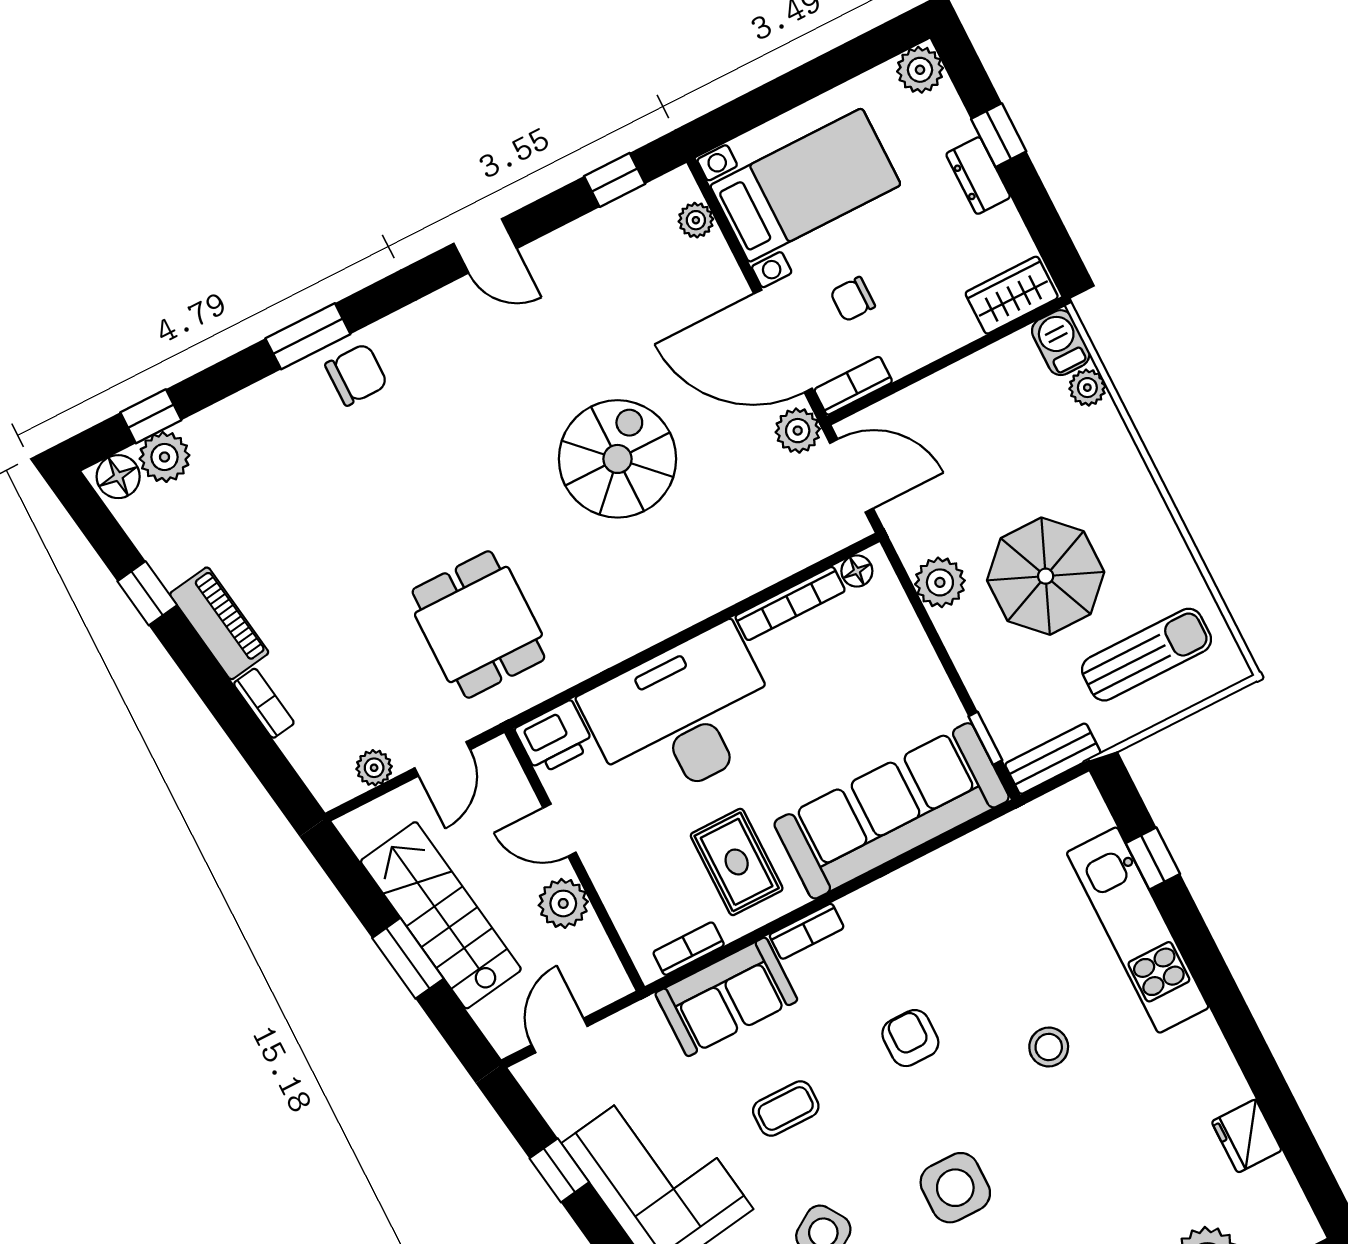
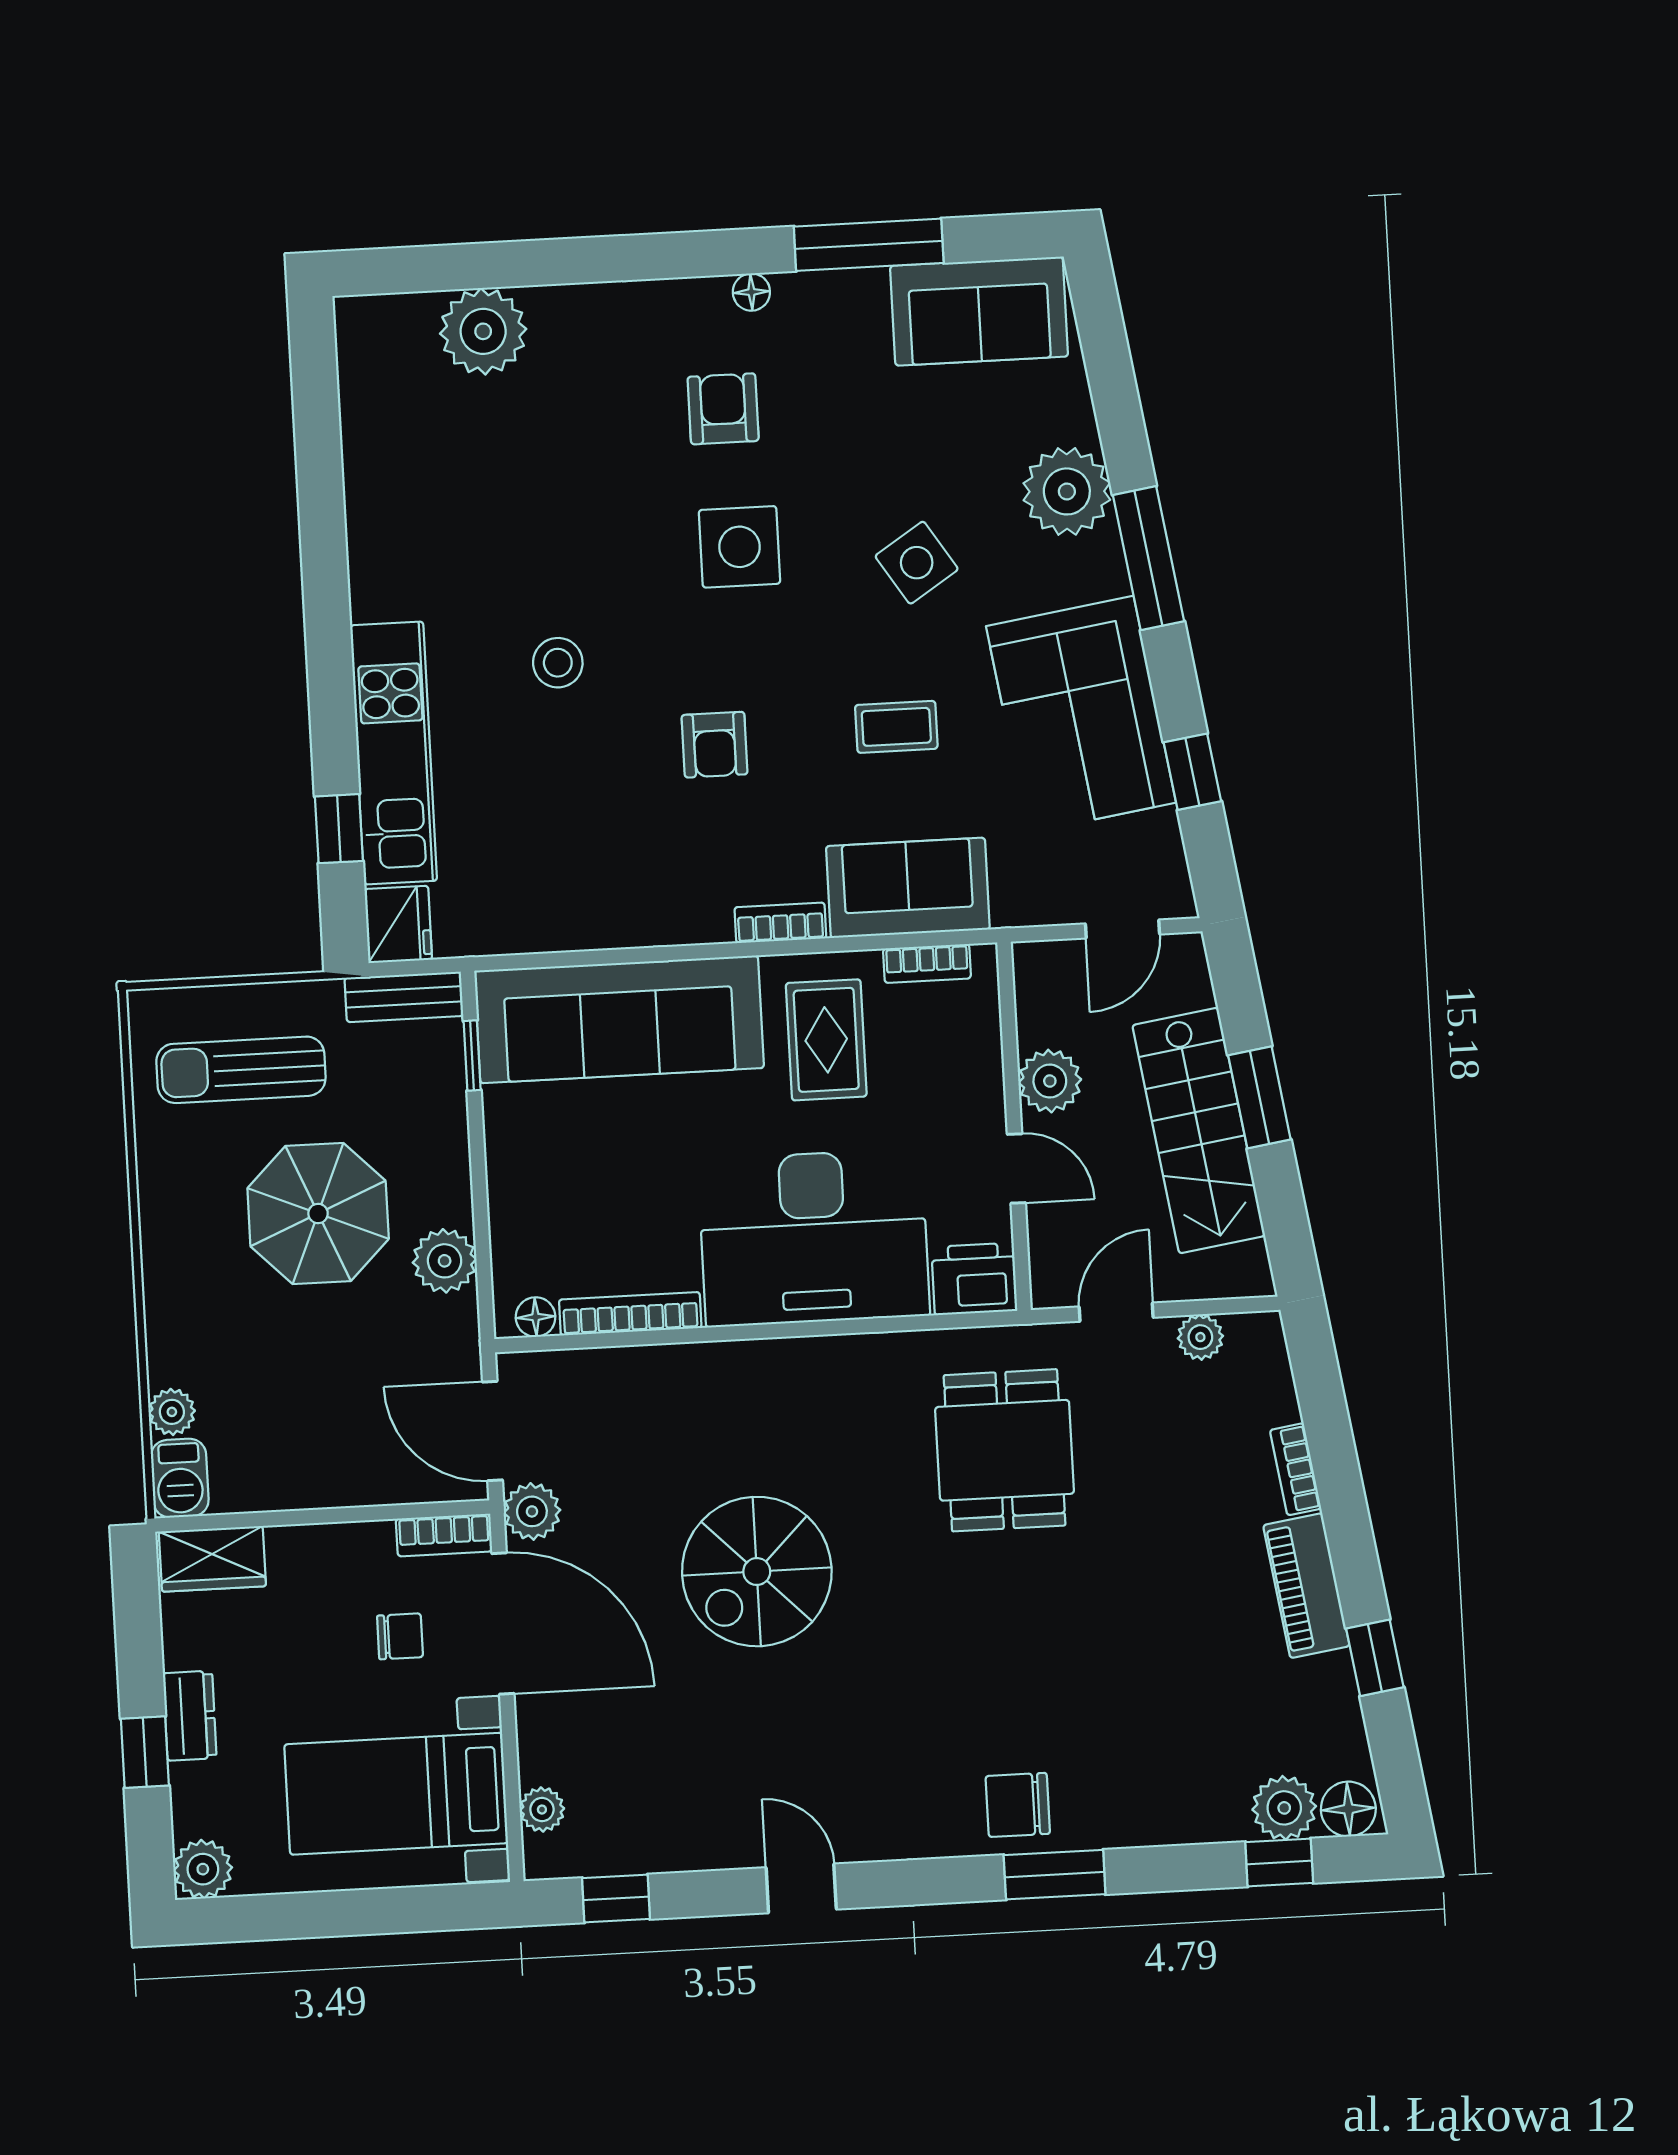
fridge: (1247, 1136) -> (398, 924), moved

